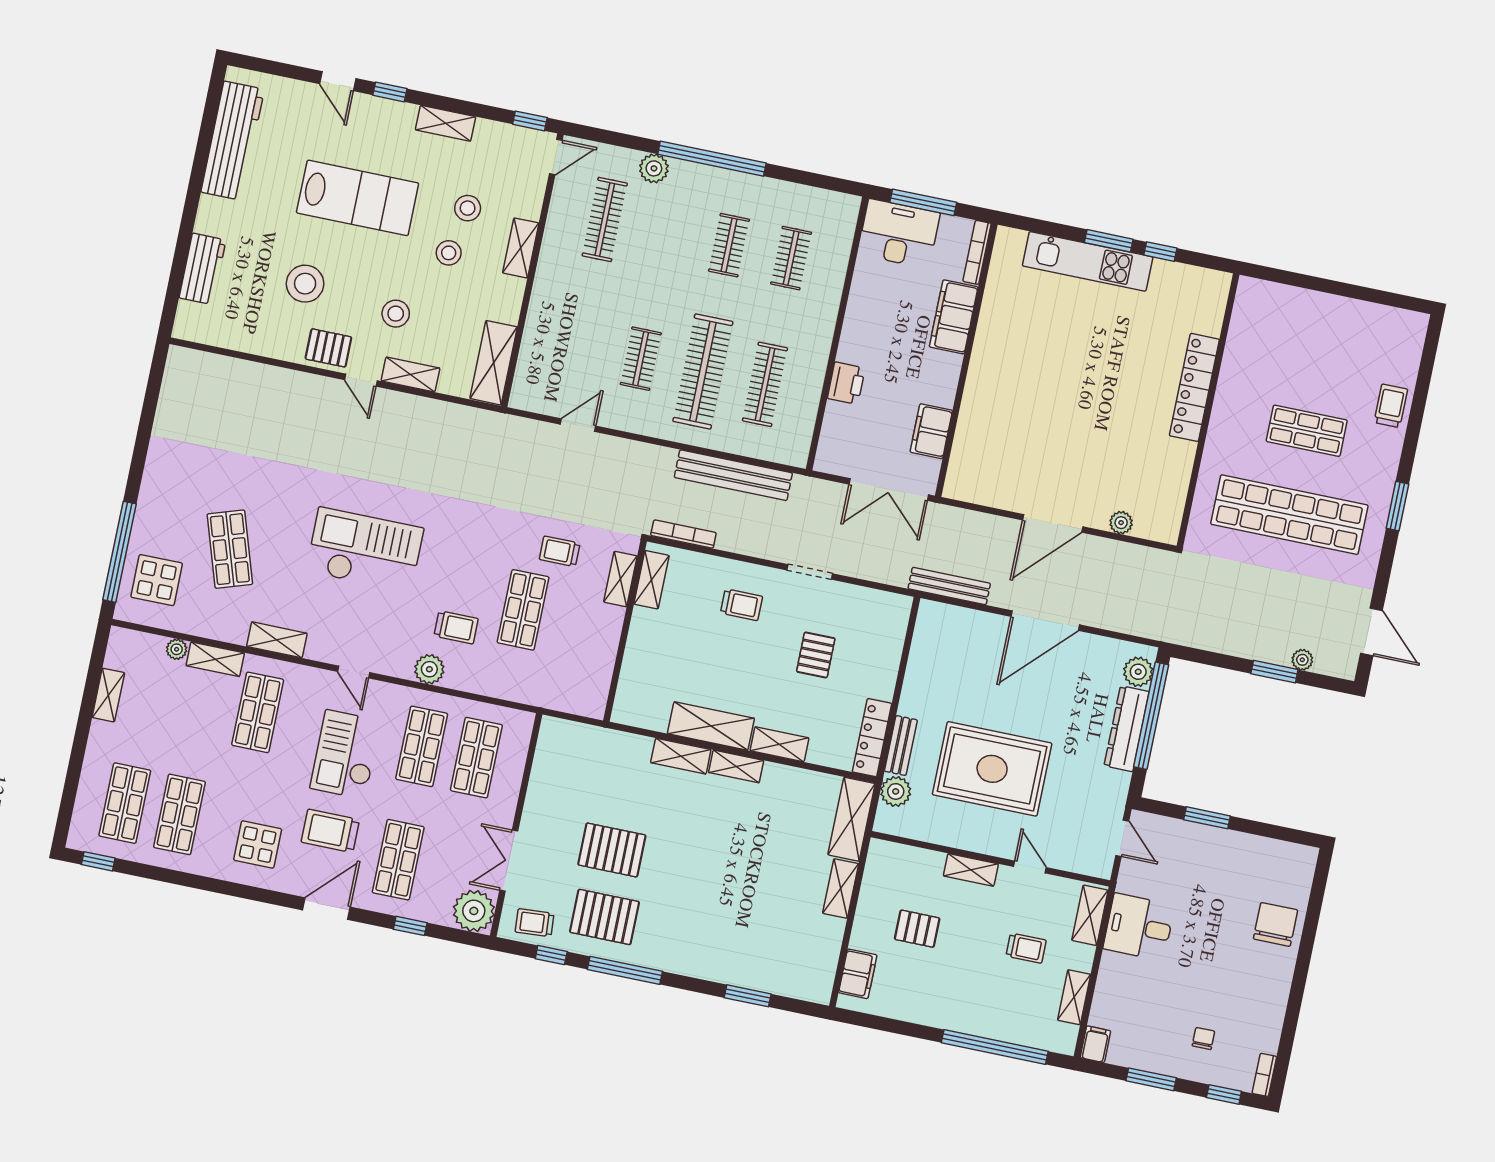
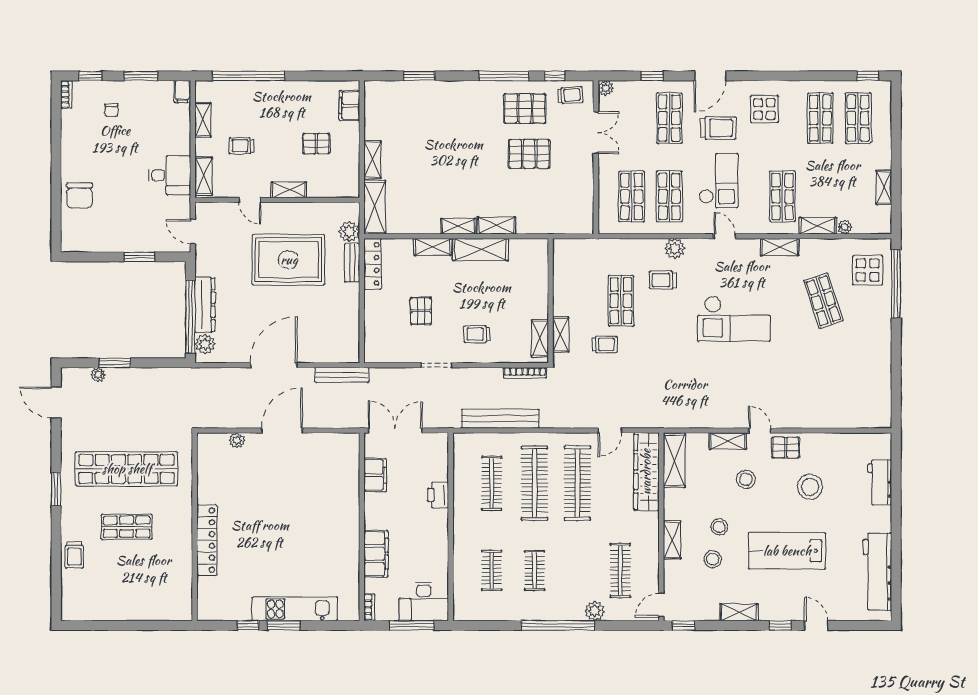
bookcase: (977, 252) -> (369, 607), width x0.64
wardrobe: (537, 355) -> (646, 472), added
clothes rail: (641, 359) -> (577, 483), width x1.86, depth x1.31
plant: (474, 911) -> (606, 88), width x0.53, depth x0.53

